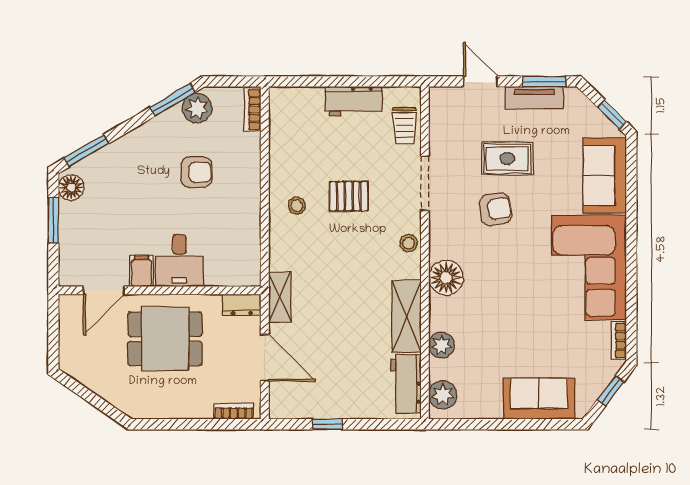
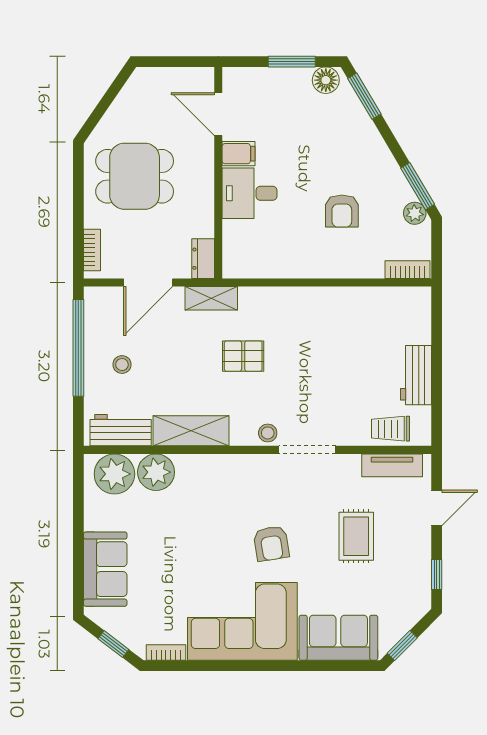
window: (544, 81) -> (437, 575), width x0.67
tv unit: (534, 98) -> (392, 465), moved, turned -90
plant: (197, 108) -> (415, 213), width x0.73, depth x0.73
doorway: (425, 183) -> (307, 450), moved
pallet: (349, 196) -> (243, 356), moved, turned 90
stool: (297, 206) -> (122, 365), moved
armchair: (496, 209) -> (271, 543), moved
floor lamp: (446, 278) -> (232, 472), removed
dining table: (165, 339) -> (135, 176), moved, turned 90
plant: (442, 345) -> (156, 472), width x1.36, depth x1.36
plant: (443, 395) -> (114, 474), width x1.36, depth x1.36
window: (327, 424) -> (78, 348), width x3.17

